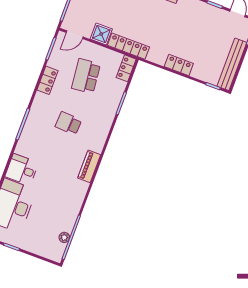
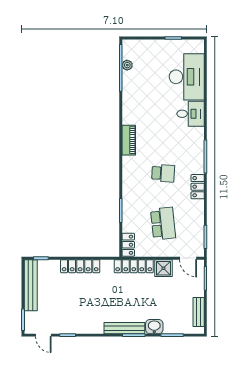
door: (75, 35) -> (188, 258), swing flipped
locker: (179, 65) -> (80, 266), width x1.53
locker: (47, 80) -> (198, 187), moved

